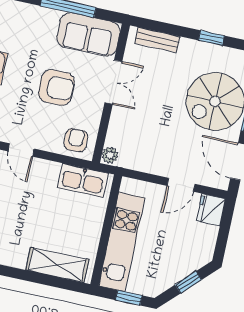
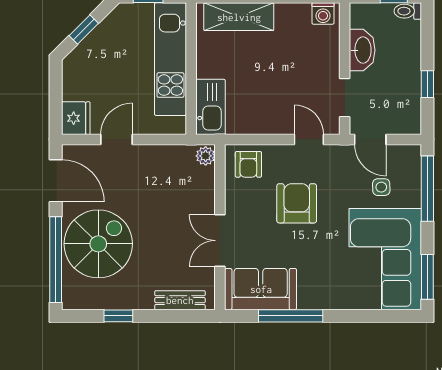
armchair: (56, 87) -> (297, 203), moved, turned 90
kitchen sink: (83, 180) -> (211, 107), moved, turned 90

